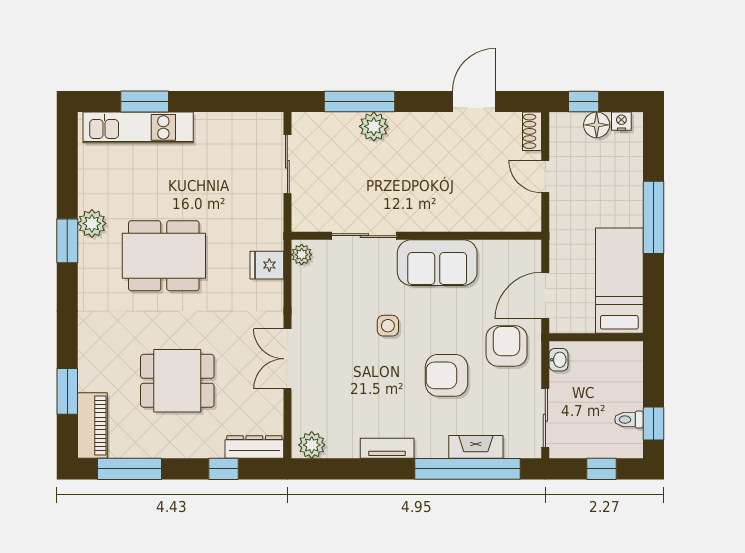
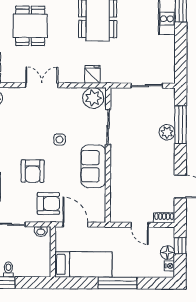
door: (545, 177) -> (140, 225), swing flipped
plant: (302, 255) -> (93, 98), width x1.88, depth x1.88
armchair: (446, 375) -> (33, 171), turned 180

